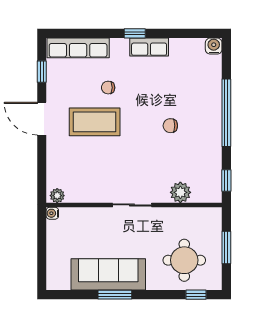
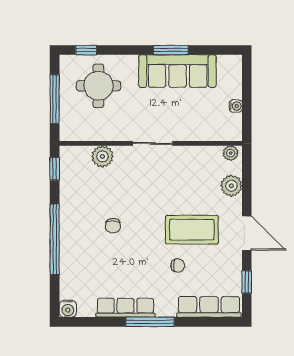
window: (135, 33) -> (150, 322), width x2.17
row of seats: (149, 47) -> (125, 308), width x1.48
chair: (170, 126) -> (113, 226), turned 90
plant: (57, 164) -> (231, 186), added
water cooler: (52, 213) -> (236, 106), moved
window: (226, 247) -> (55, 99), width x1.44

